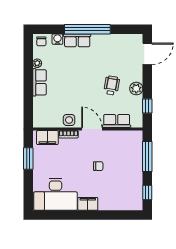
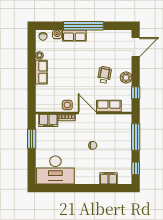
filing cabinet: (88, 204) -> (109, 178), moved

